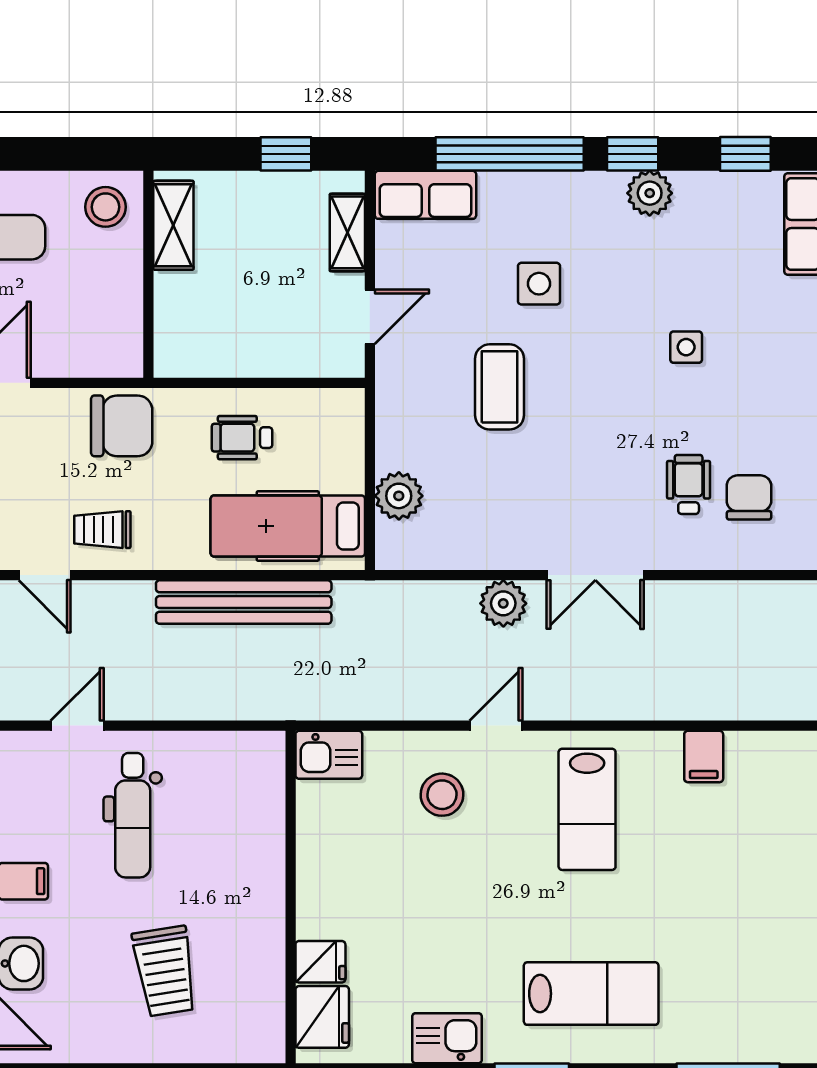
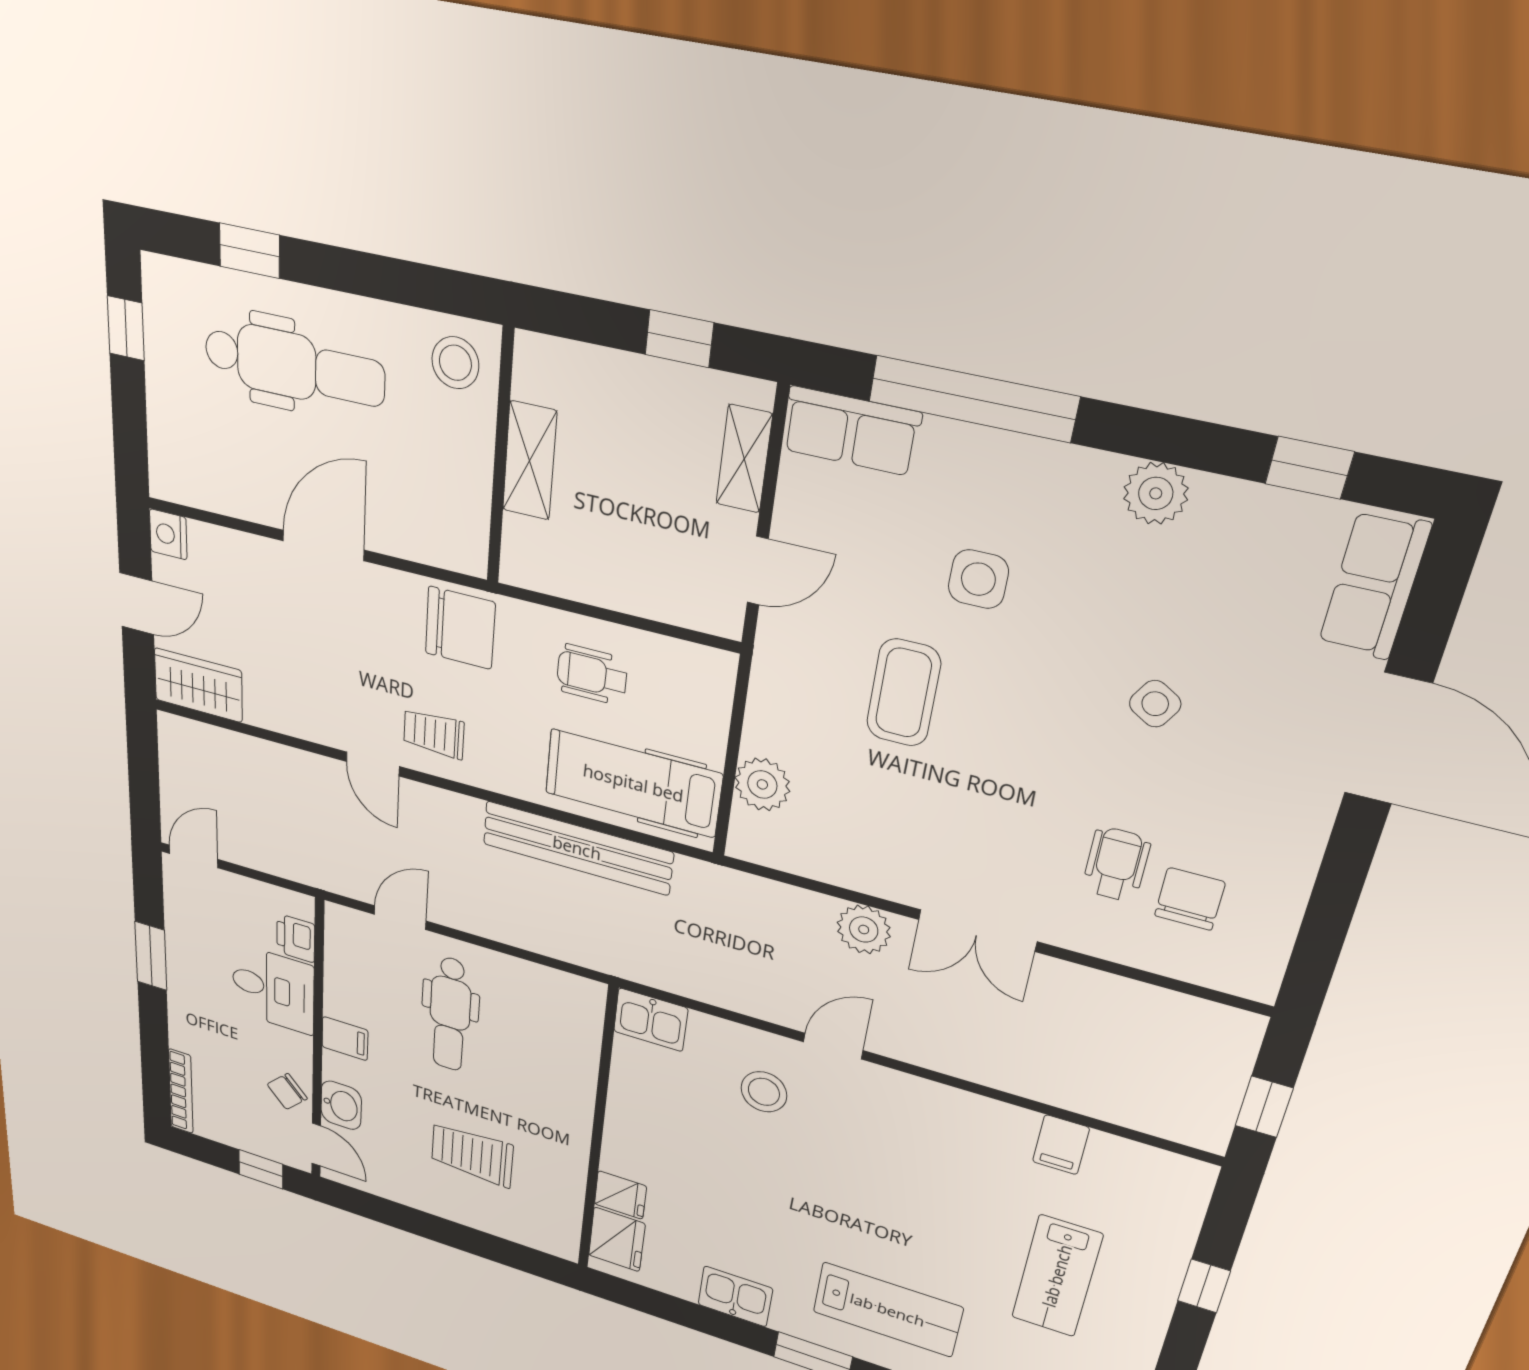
window: (633, 154) -> (1145, 434), removed
shelving: (173, 225) -> (530, 461), moved
side table: (686, 347) -> (1155, 704), turned 31
lab bench: (587, 809) -> (1057, 1276), moved
trolley: (165, 971) -> (472, 1154), turned 99

